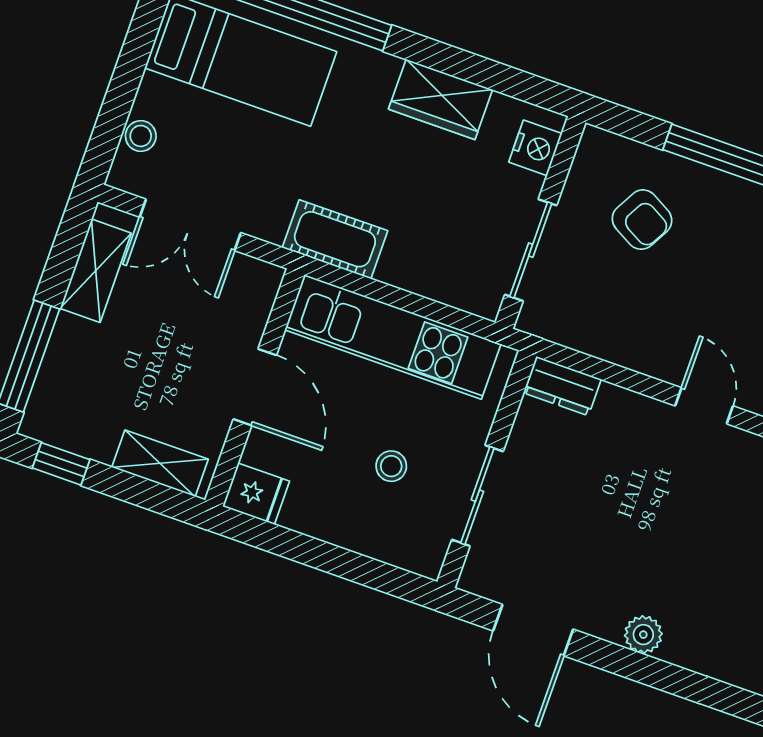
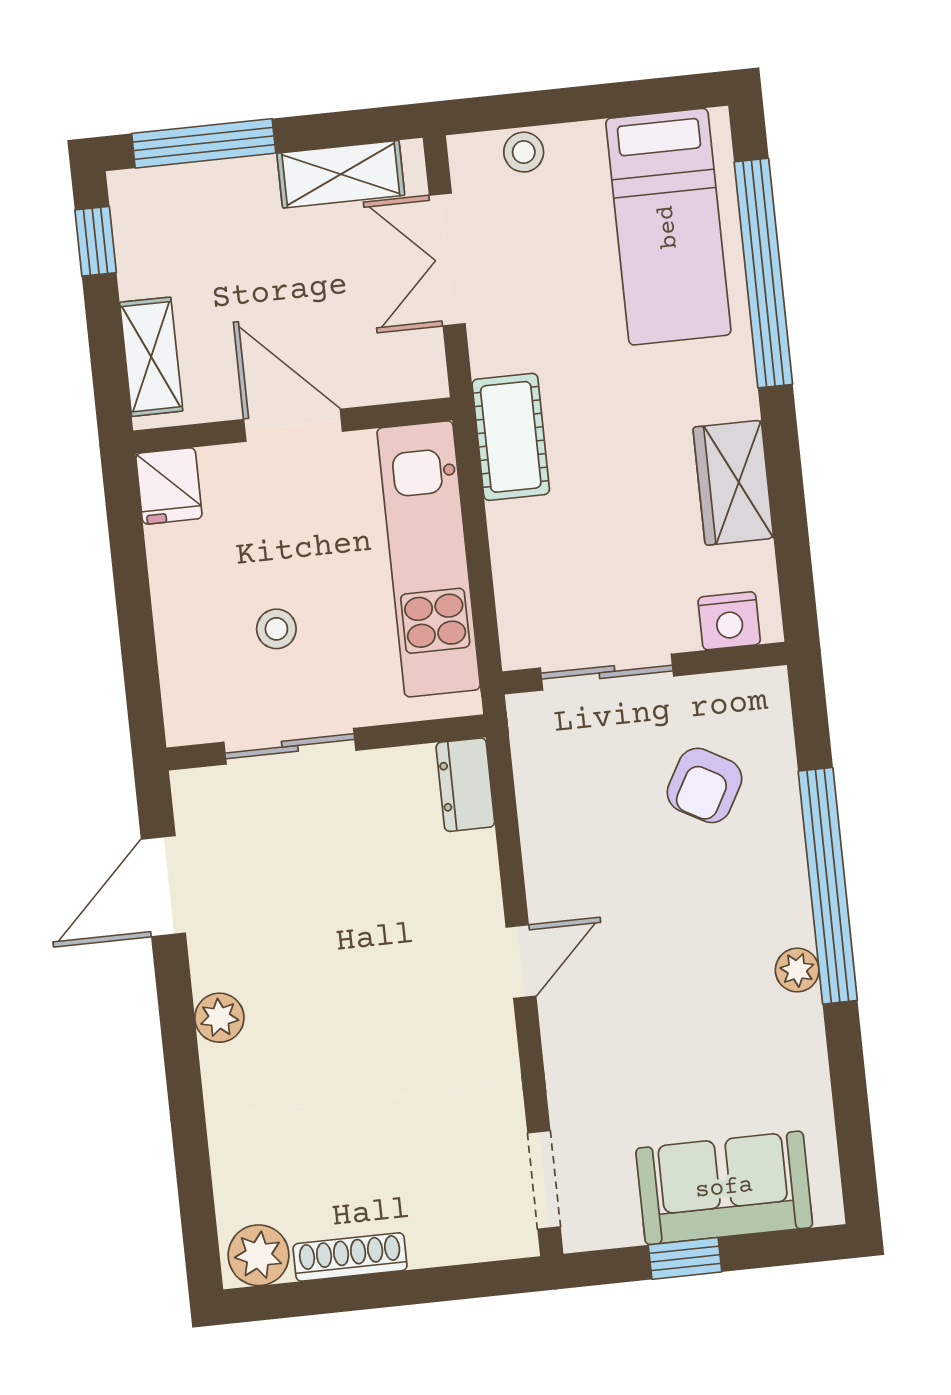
door: (255, 387) -> (293, 425), swing flipped

